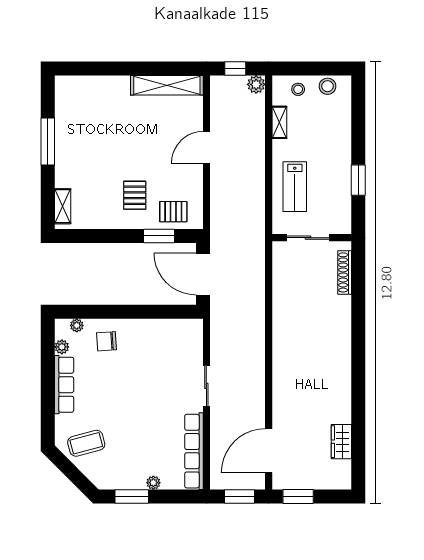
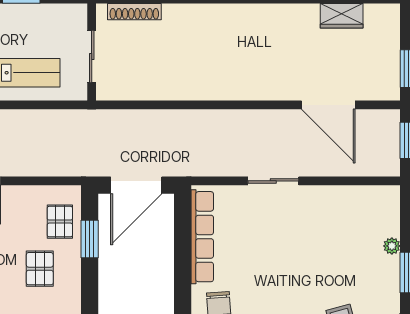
pallet: (135, 195) -> (40, 269), turned 90
row of seats: (194, 451) -> (202, 237), moved, turned -90
door: (269, 451) -> (328, 105), moved

